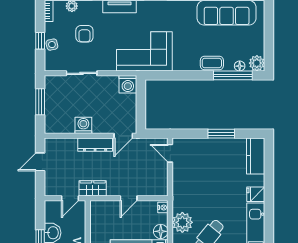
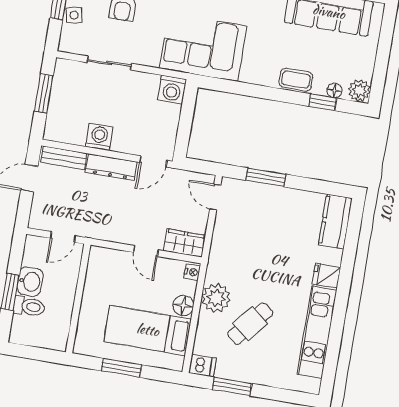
window: (233, 75) -> (323, 102), width x0.46
window: (221, 134) -> (266, 177), moved
bench: (61, 144) -> (64, 158), added
wardrobe: (93, 188) -> (185, 243), moved
door: (129, 198) -> (146, 251), hinge flipped

